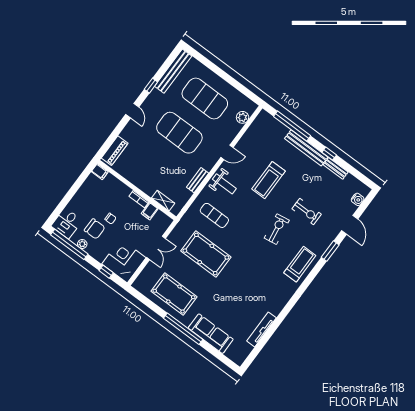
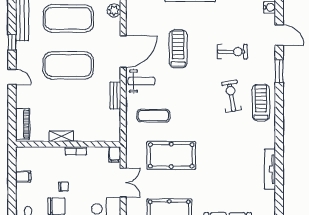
door: (227, 152) -> (123, 52), width x1.88
filing cabinet: (100, 172) -> (23, 177), moved
treadmill: (268, 180) -> (178, 49), turned 180
shelving: (163, 201) -> (61, 136), moved
filing cabinet: (150, 211) -> (115, 154), moved
exercise bike: (277, 229) -> (231, 96), moved
tv unit: (261, 329) -> (270, 169), moved

